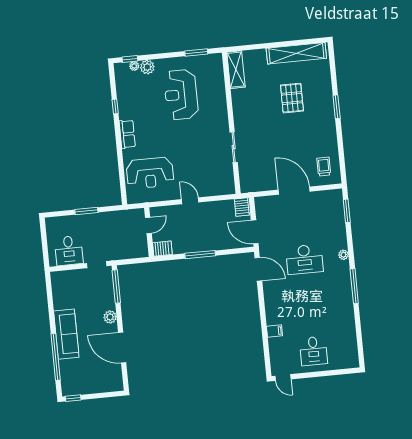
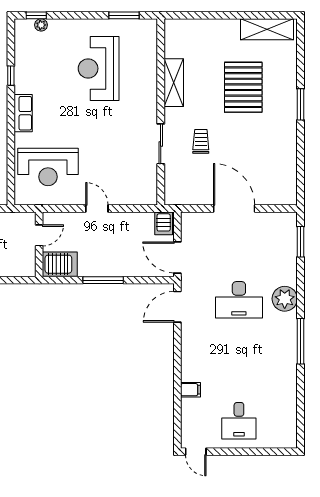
shelving: (296, 53) -> (267, 29), width x0.68
plant: (147, 67) -> (58, 28), removed
shelving: (236, 70) -> (174, 83), moved
pallet: (292, 98) -> (243, 87), width x1.37, depth x1.41
trolley: (324, 167) -> (201, 141), moved
server rack: (162, 249) -> (60, 264), width x1.36, depth x1.44
plant: (343, 255) -> (285, 299), width x1.88, depth x1.88
door: (258, 269) -> (177, 307), swing flipped

